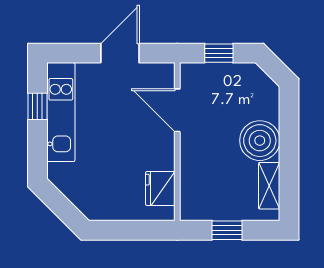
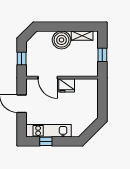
door: (177, 110) -> (48, 78), hinge flipped
fridge: (160, 189) -> (67, 85), moved

